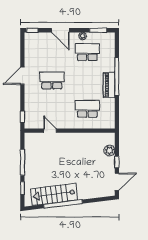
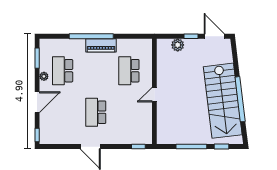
door: (50, 131) -> (154, 95), moved
stairs: (54, 194) -> (223, 101), width x1.36, depth x1.51

